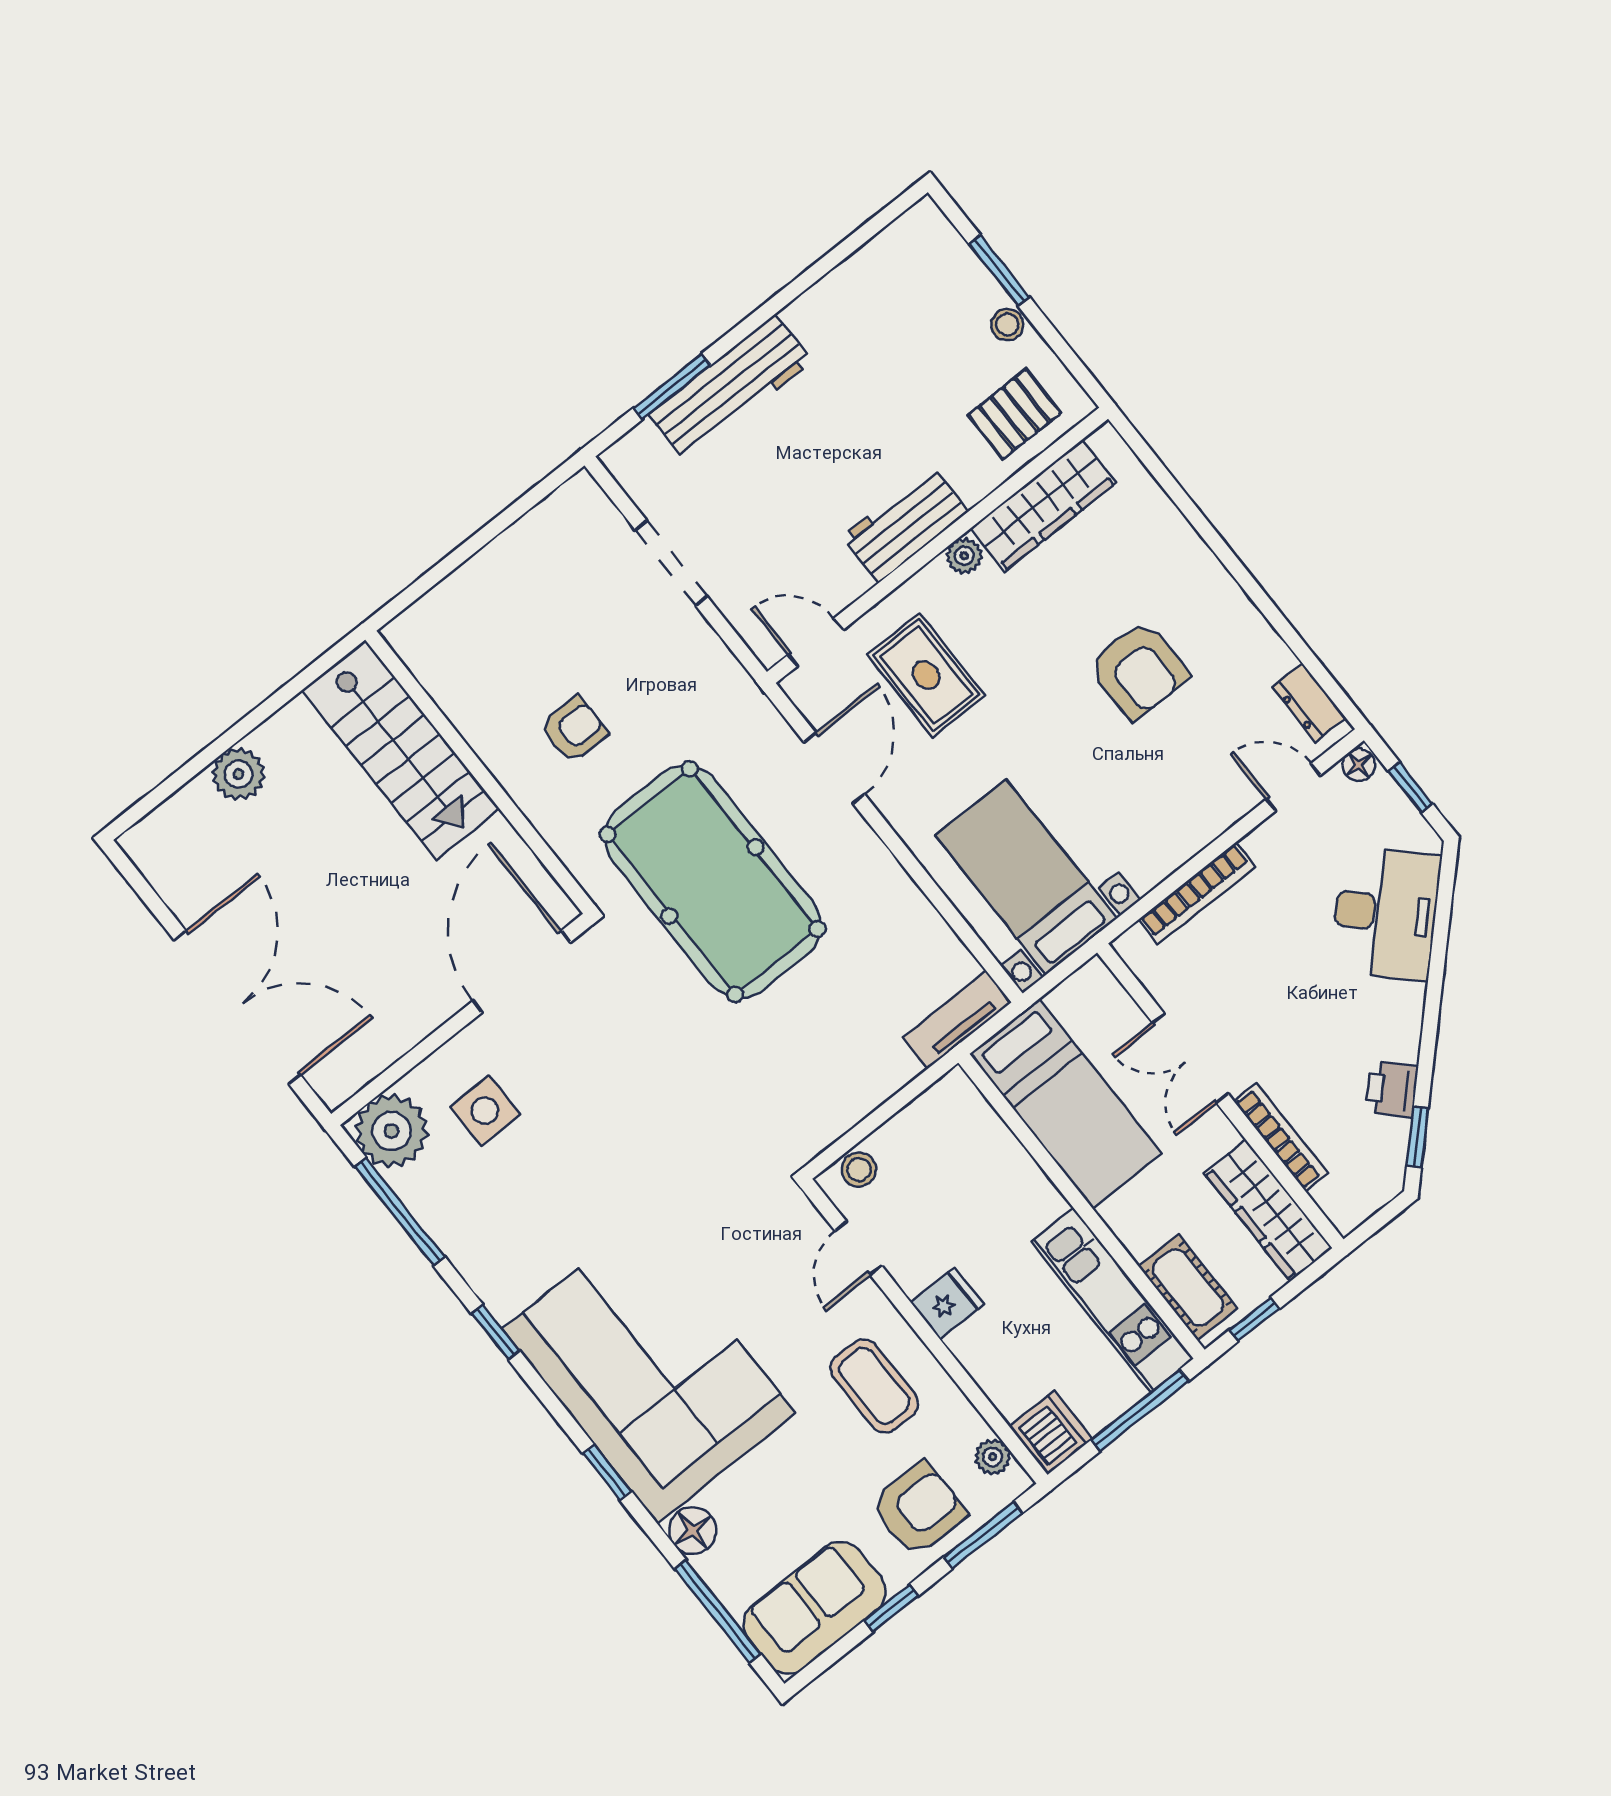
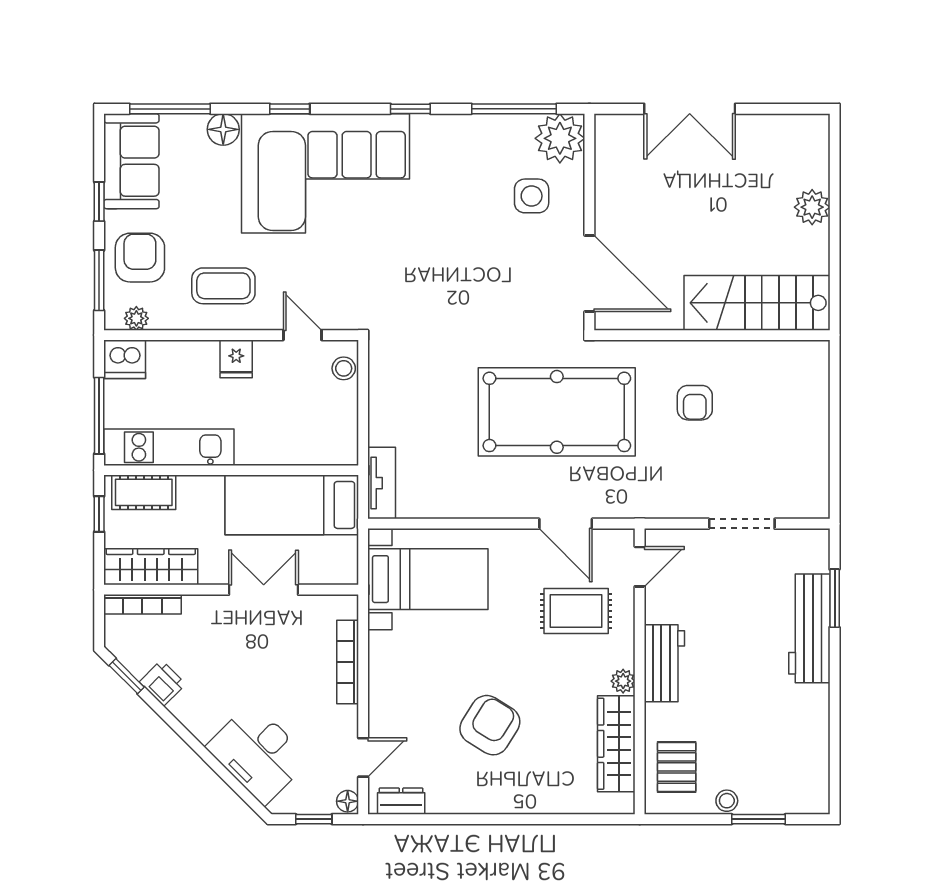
armchair: (1139, 670) -> (490, 725), turned 122
double door: (237, 1008) -> (690, 109), width x0.73
bookcase: (1281, 1137) -> (142, 604), moved
armchair: (919, 1509) -> (140, 258), turned 180

